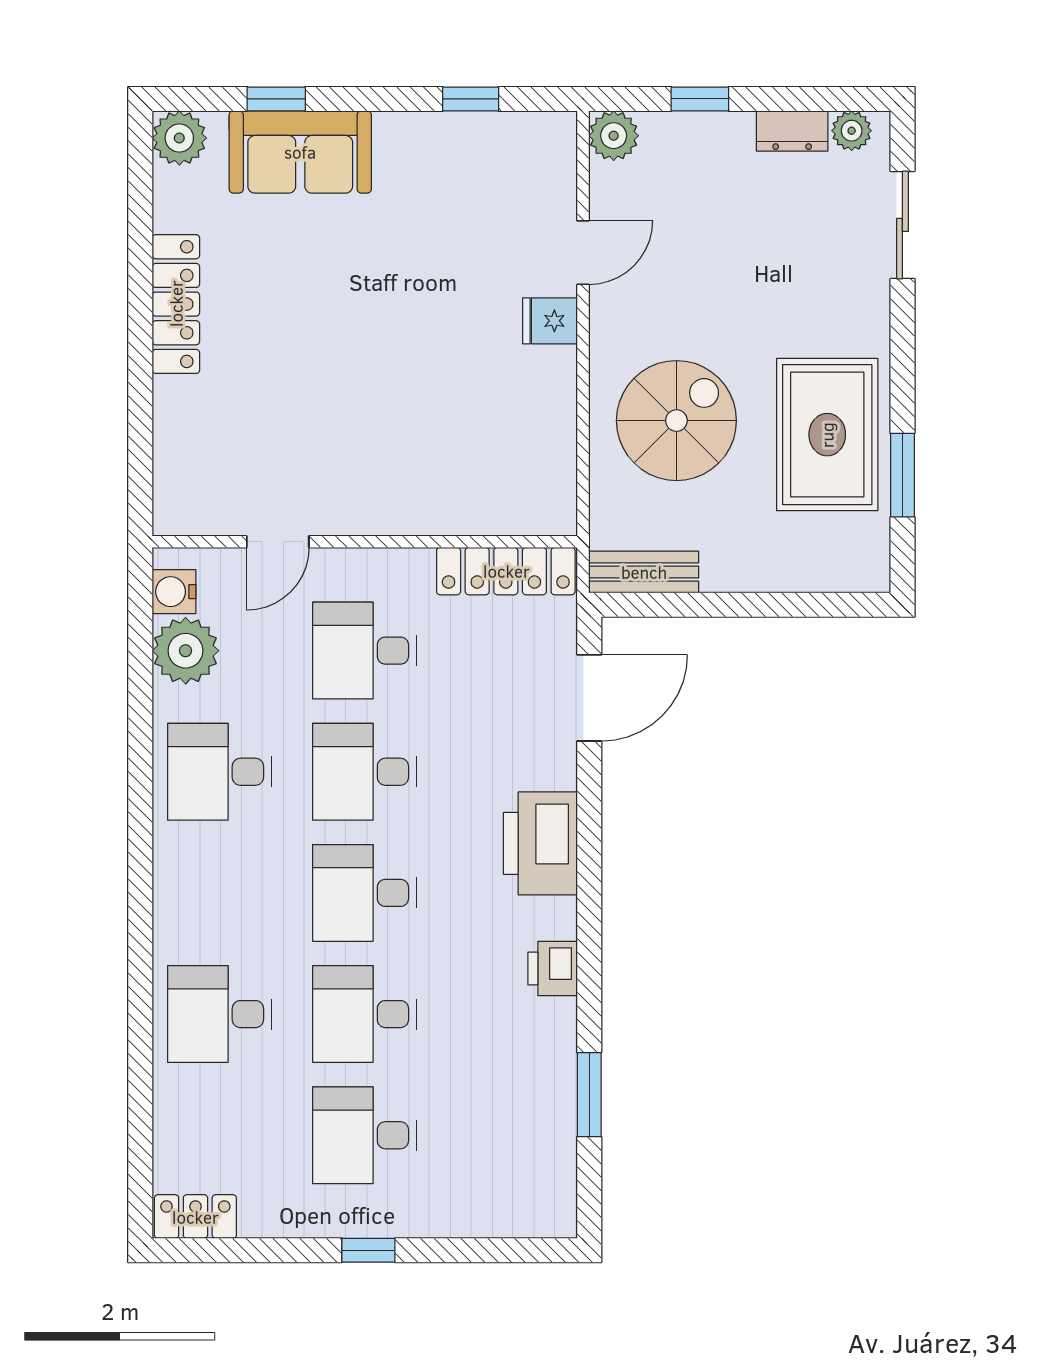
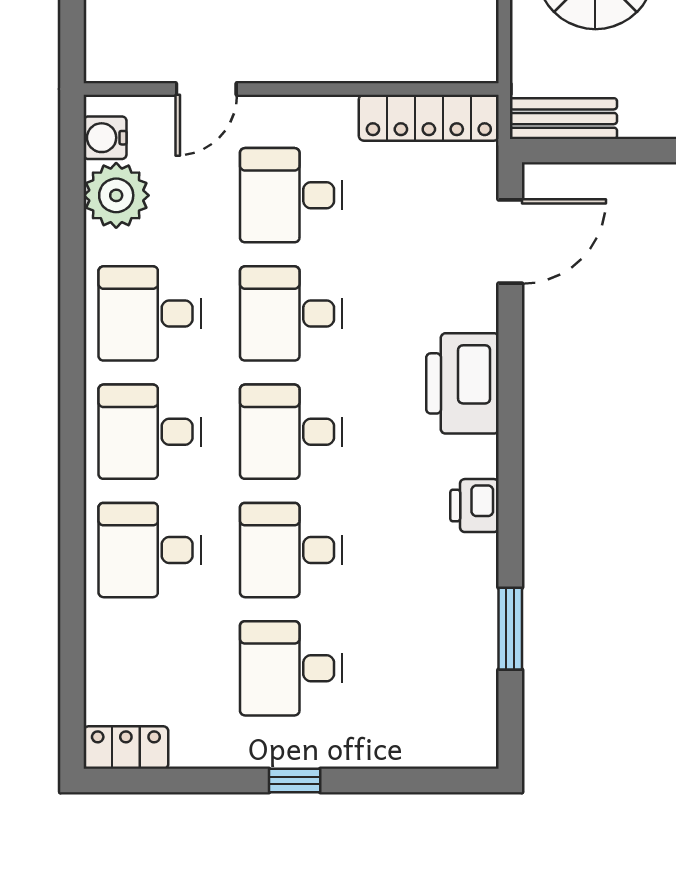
desk: (220, 893) -> (150, 432), added

